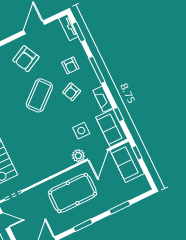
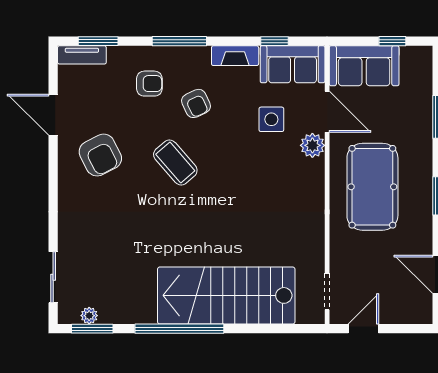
coffee table: (39, 95) -> (175, 162), width x0.73, depth x0.76
window: (137, 153) -> (392, 41), moved

